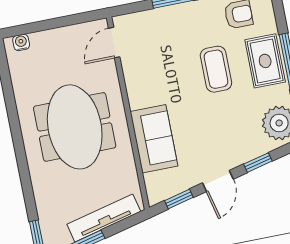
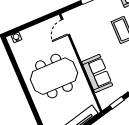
meeting table: (75, 127) -> (54, 76), turned 90

